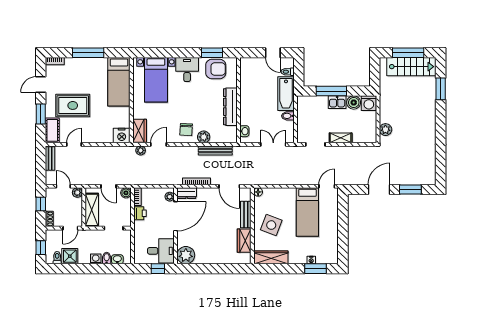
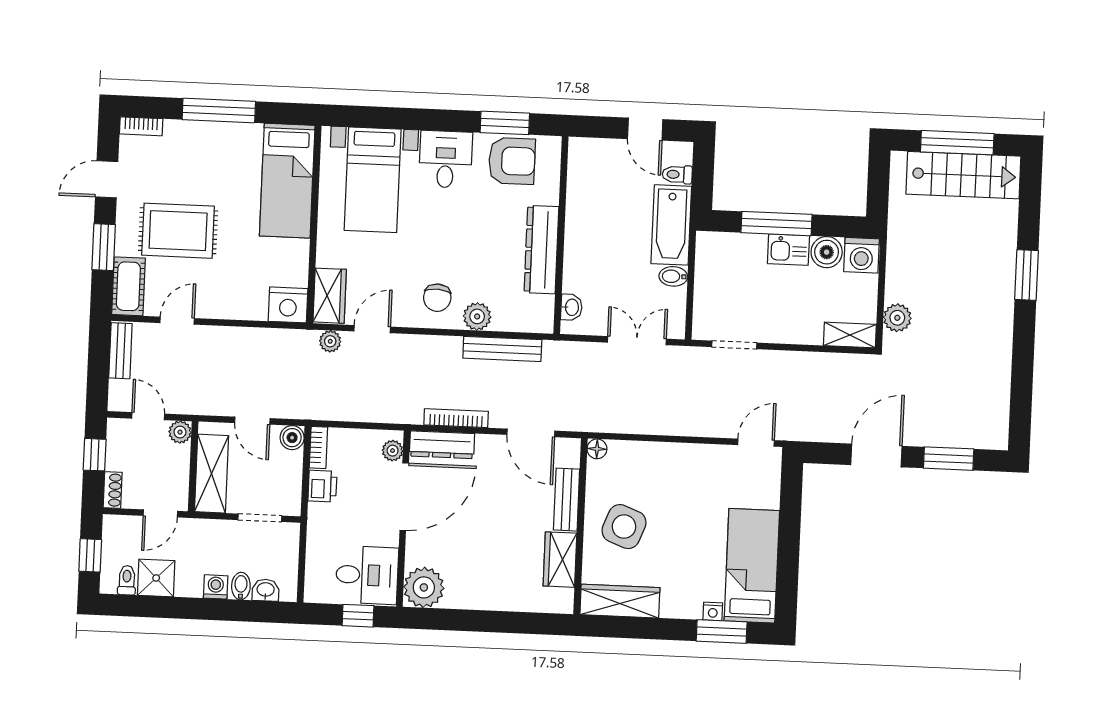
window: (441, 89) -> (1027, 275), moved
shelving: (341, 138) -> (850, 335), moved
dresser: (187, 193) -> (442, 445), width x1.44
bed: (307, 212) -> (752, 566), moved, turned 180

